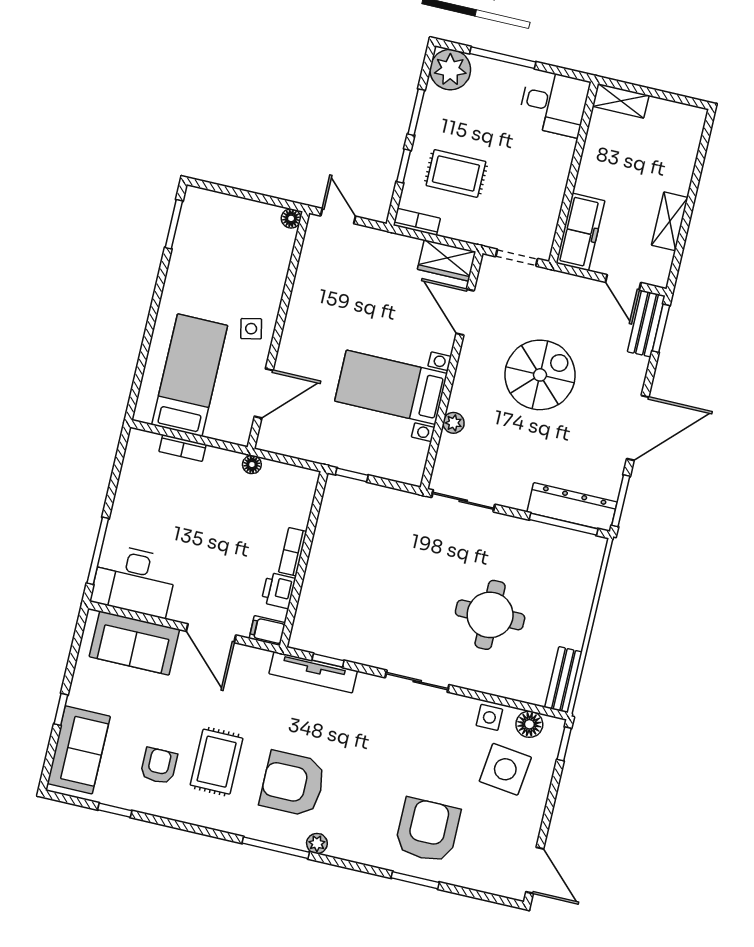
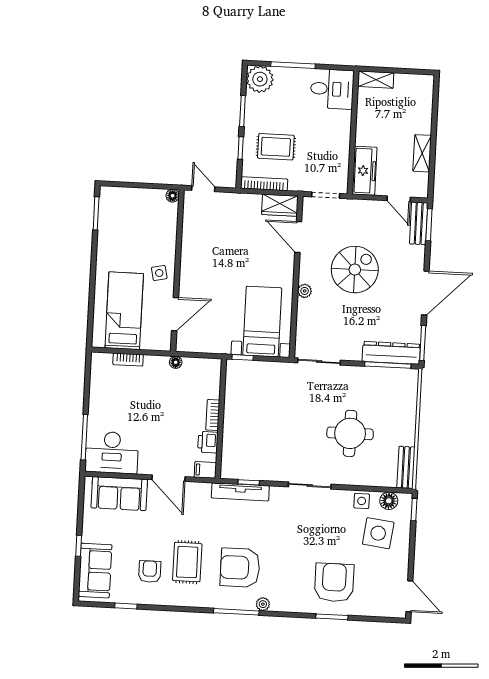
bookcase: (417, 222) -> (264, 184), width x1.56
bed with nightstands: (391, 387) -> (262, 322), moved, turned 90
plant: (454, 423) -> (305, 291), moved

